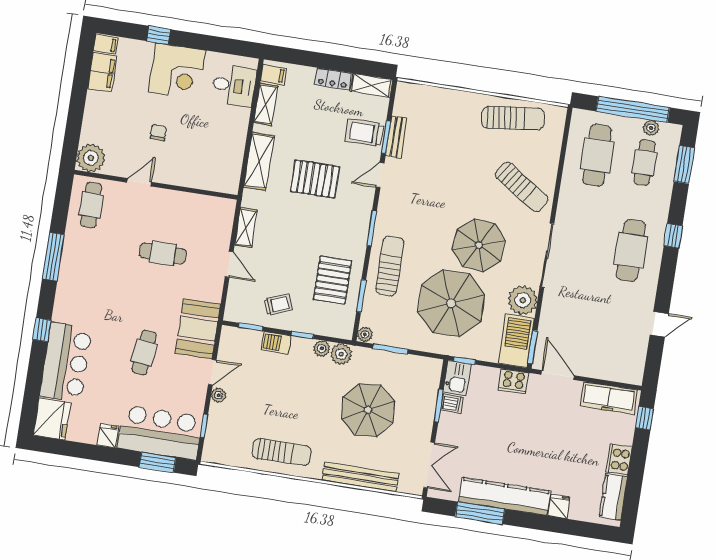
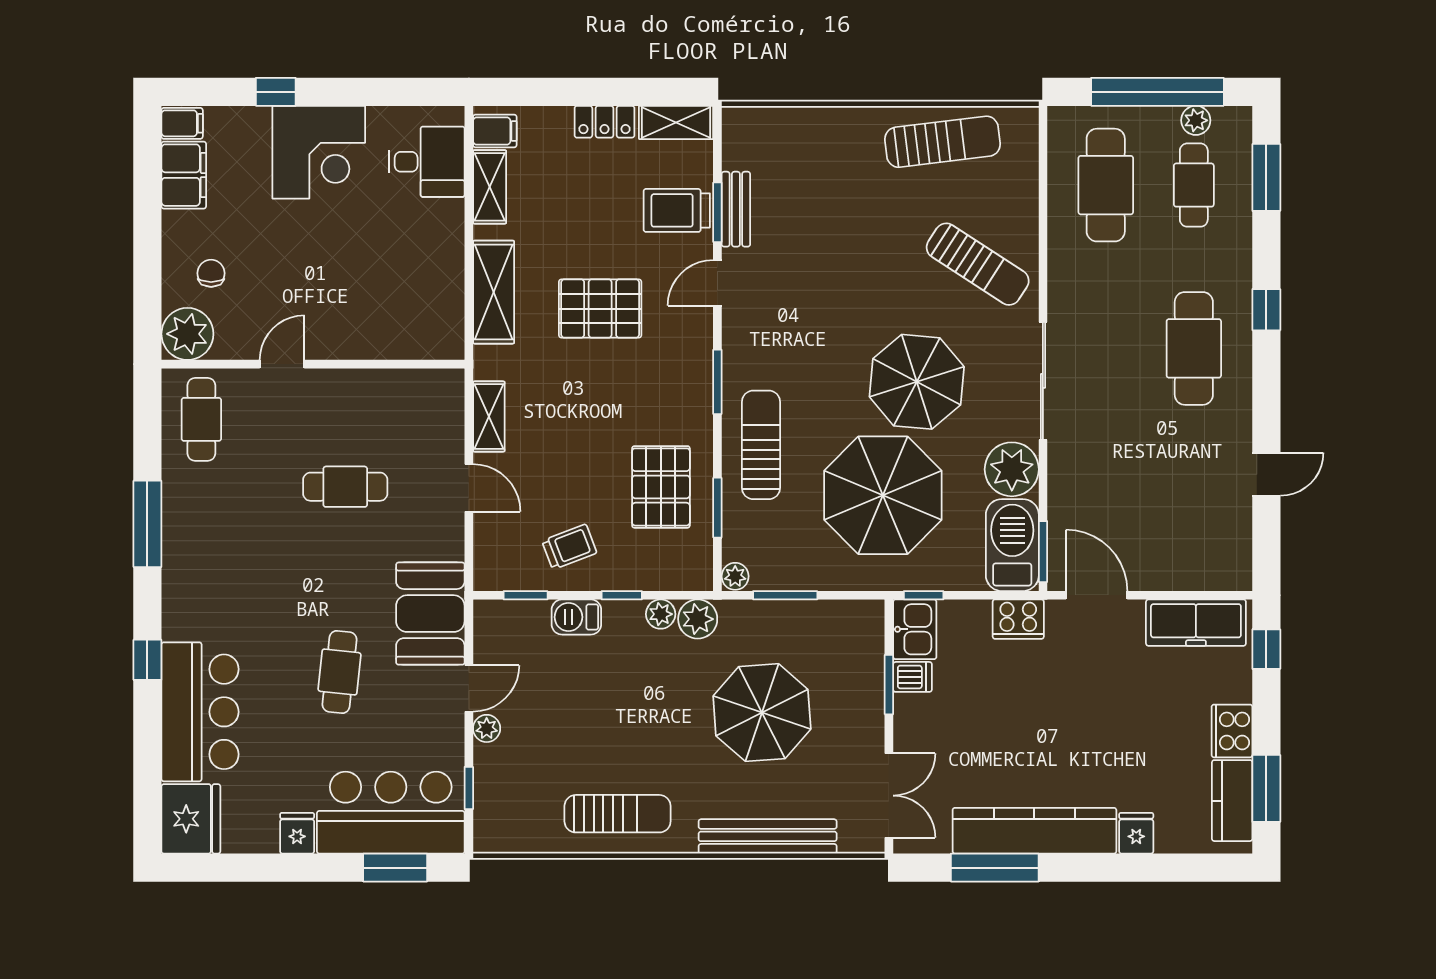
chair: (158, 132) -> (211, 273), moved
window: (633, 493) -> (1266, 788), added

